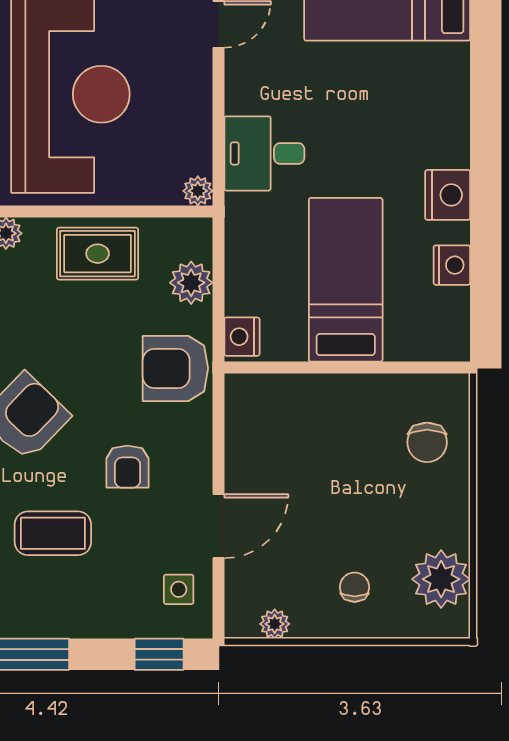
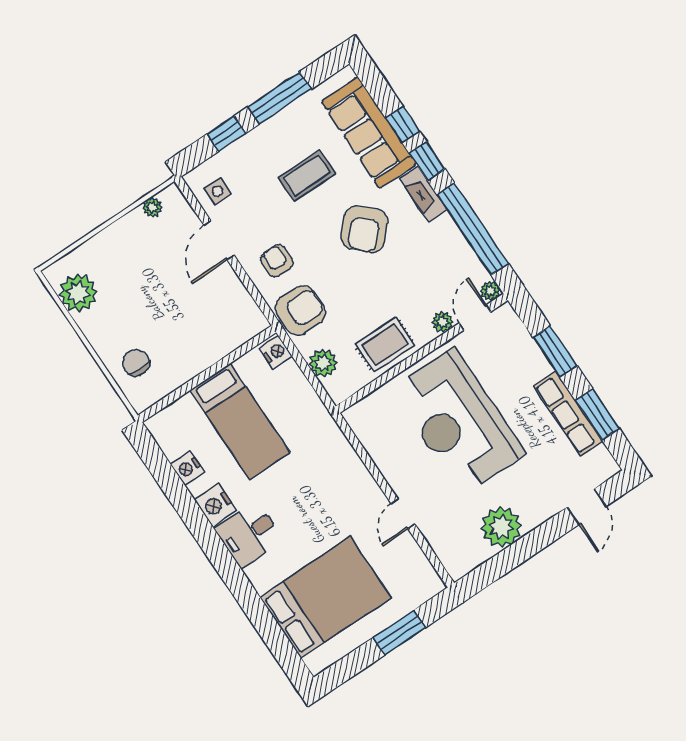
desk: (264, 153) -> (249, 534), moved, turned 180
plant: (198, 191) -> (353, 416), removed
armchair: (127, 467) -> (277, 261), moved
chair: (355, 587) -> (122, 257), removed
window: (159, 654) -> (226, 134), moved

